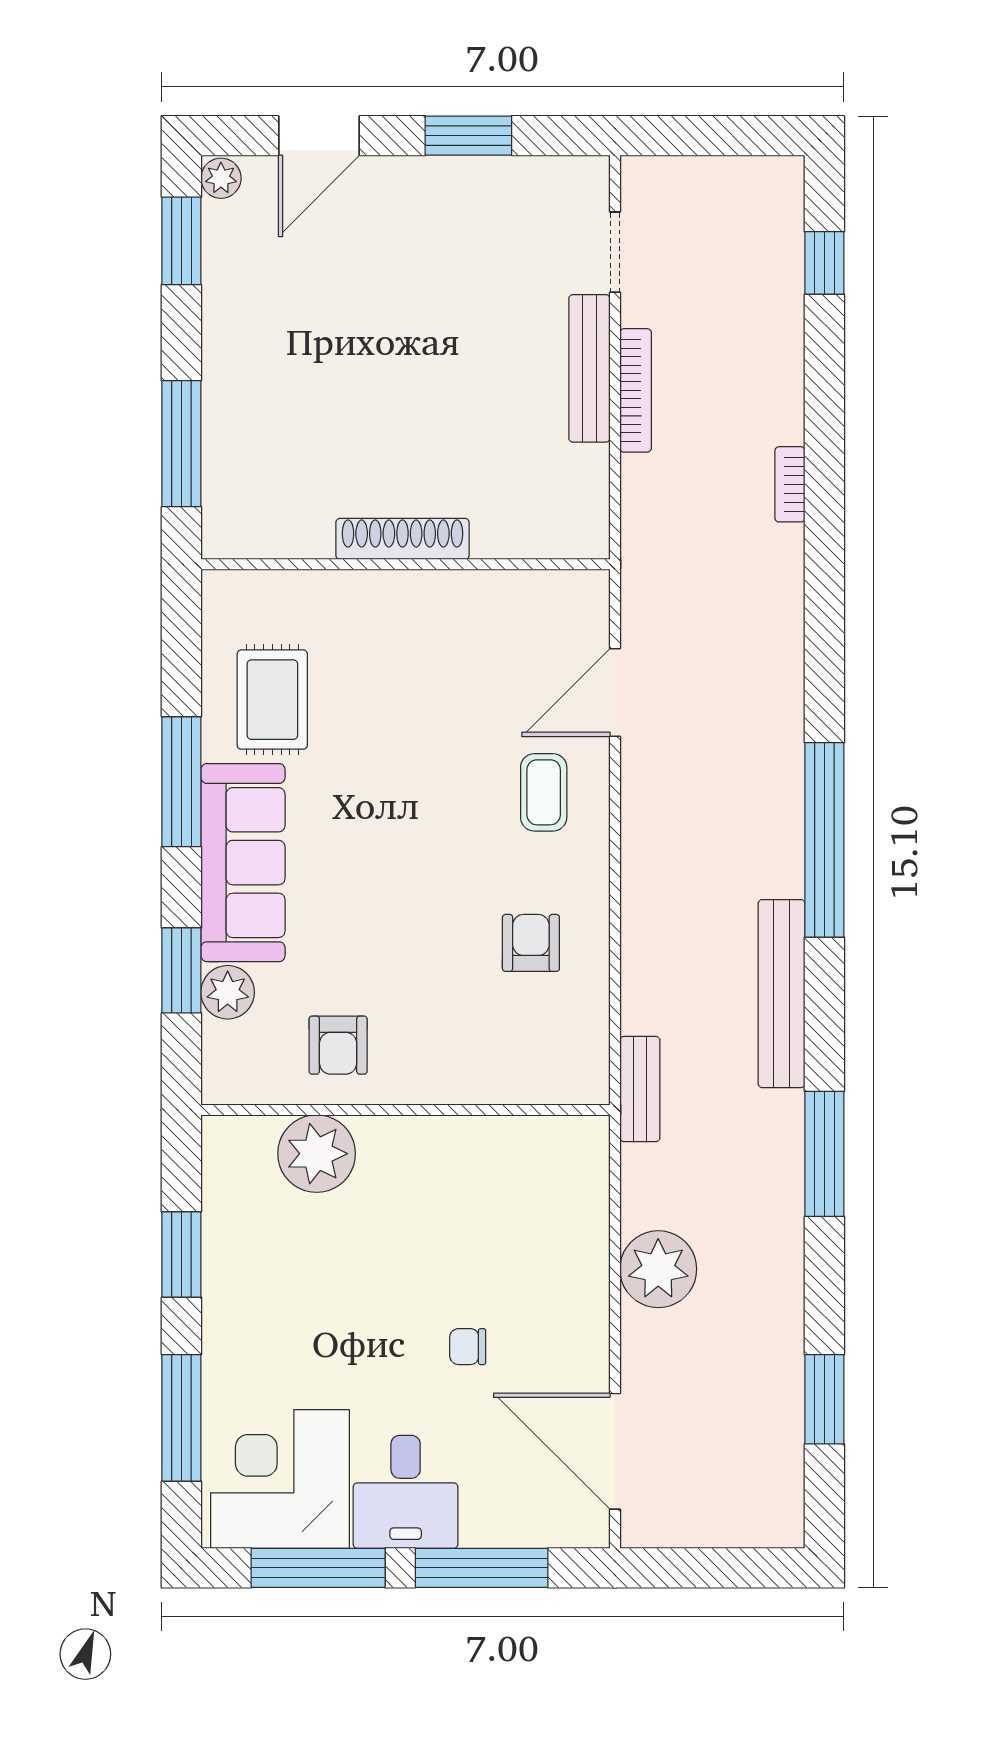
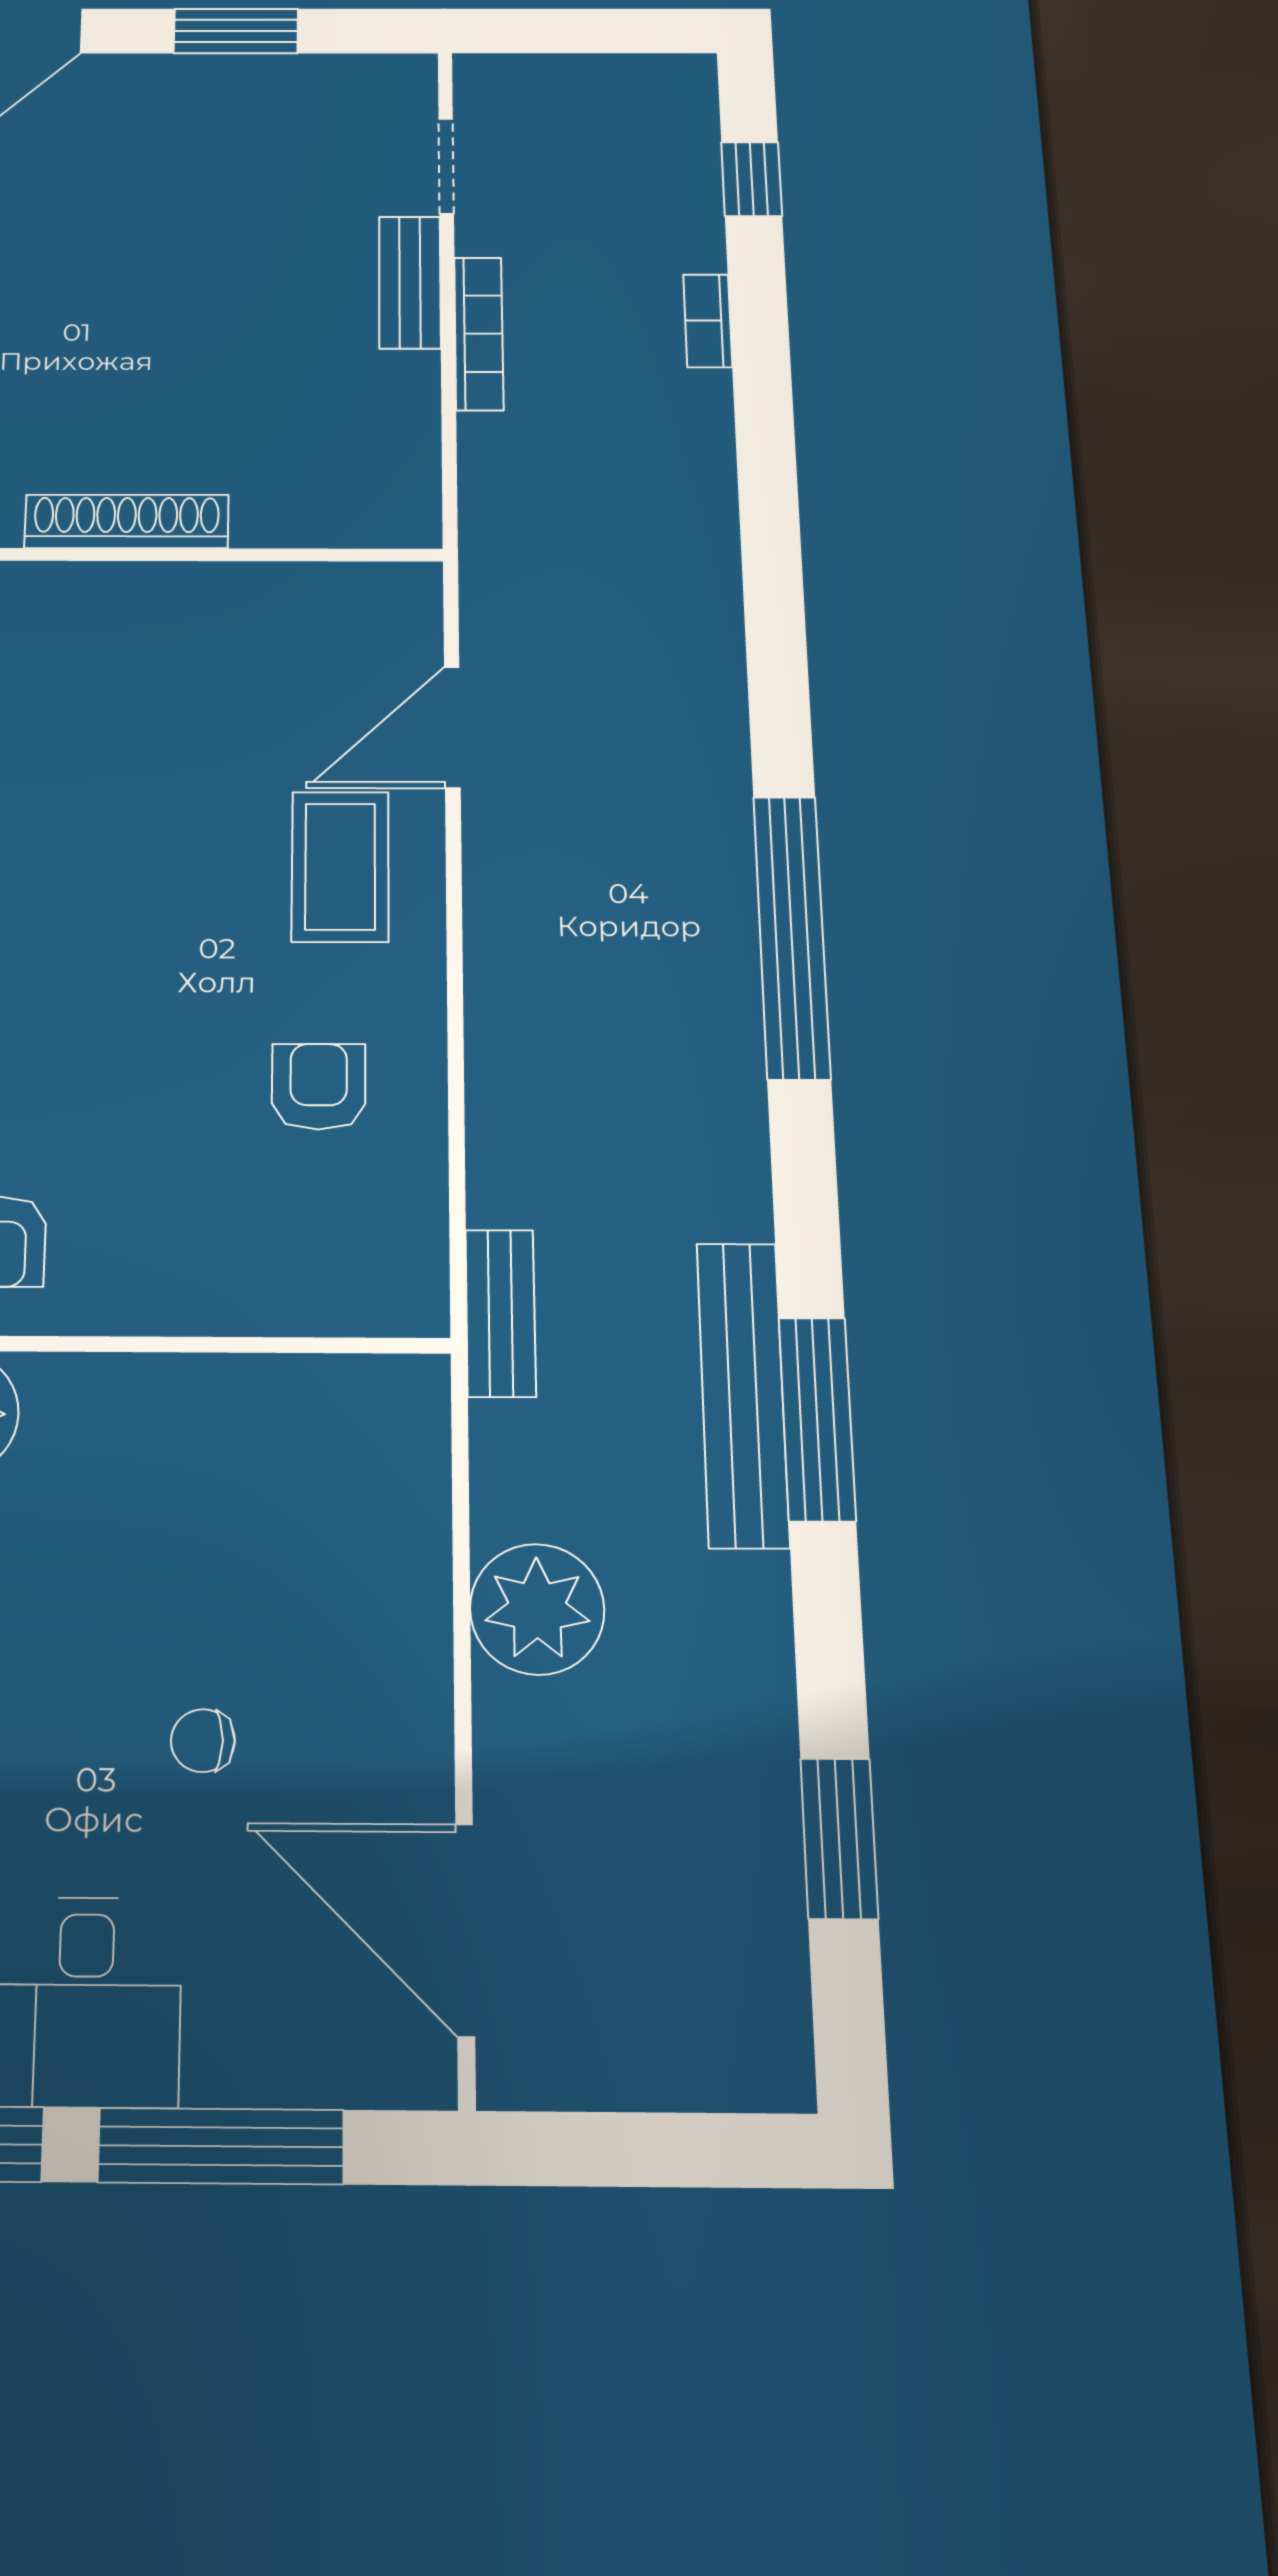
bench: (589, 368) -> (410, 282), width x0.73
bookcase: (790, 484) -> (708, 321), moved
coffee table: (544, 792) -> (340, 867), width x1.36, depth x1.30
bench: (782, 994) -> (743, 1394), moved

